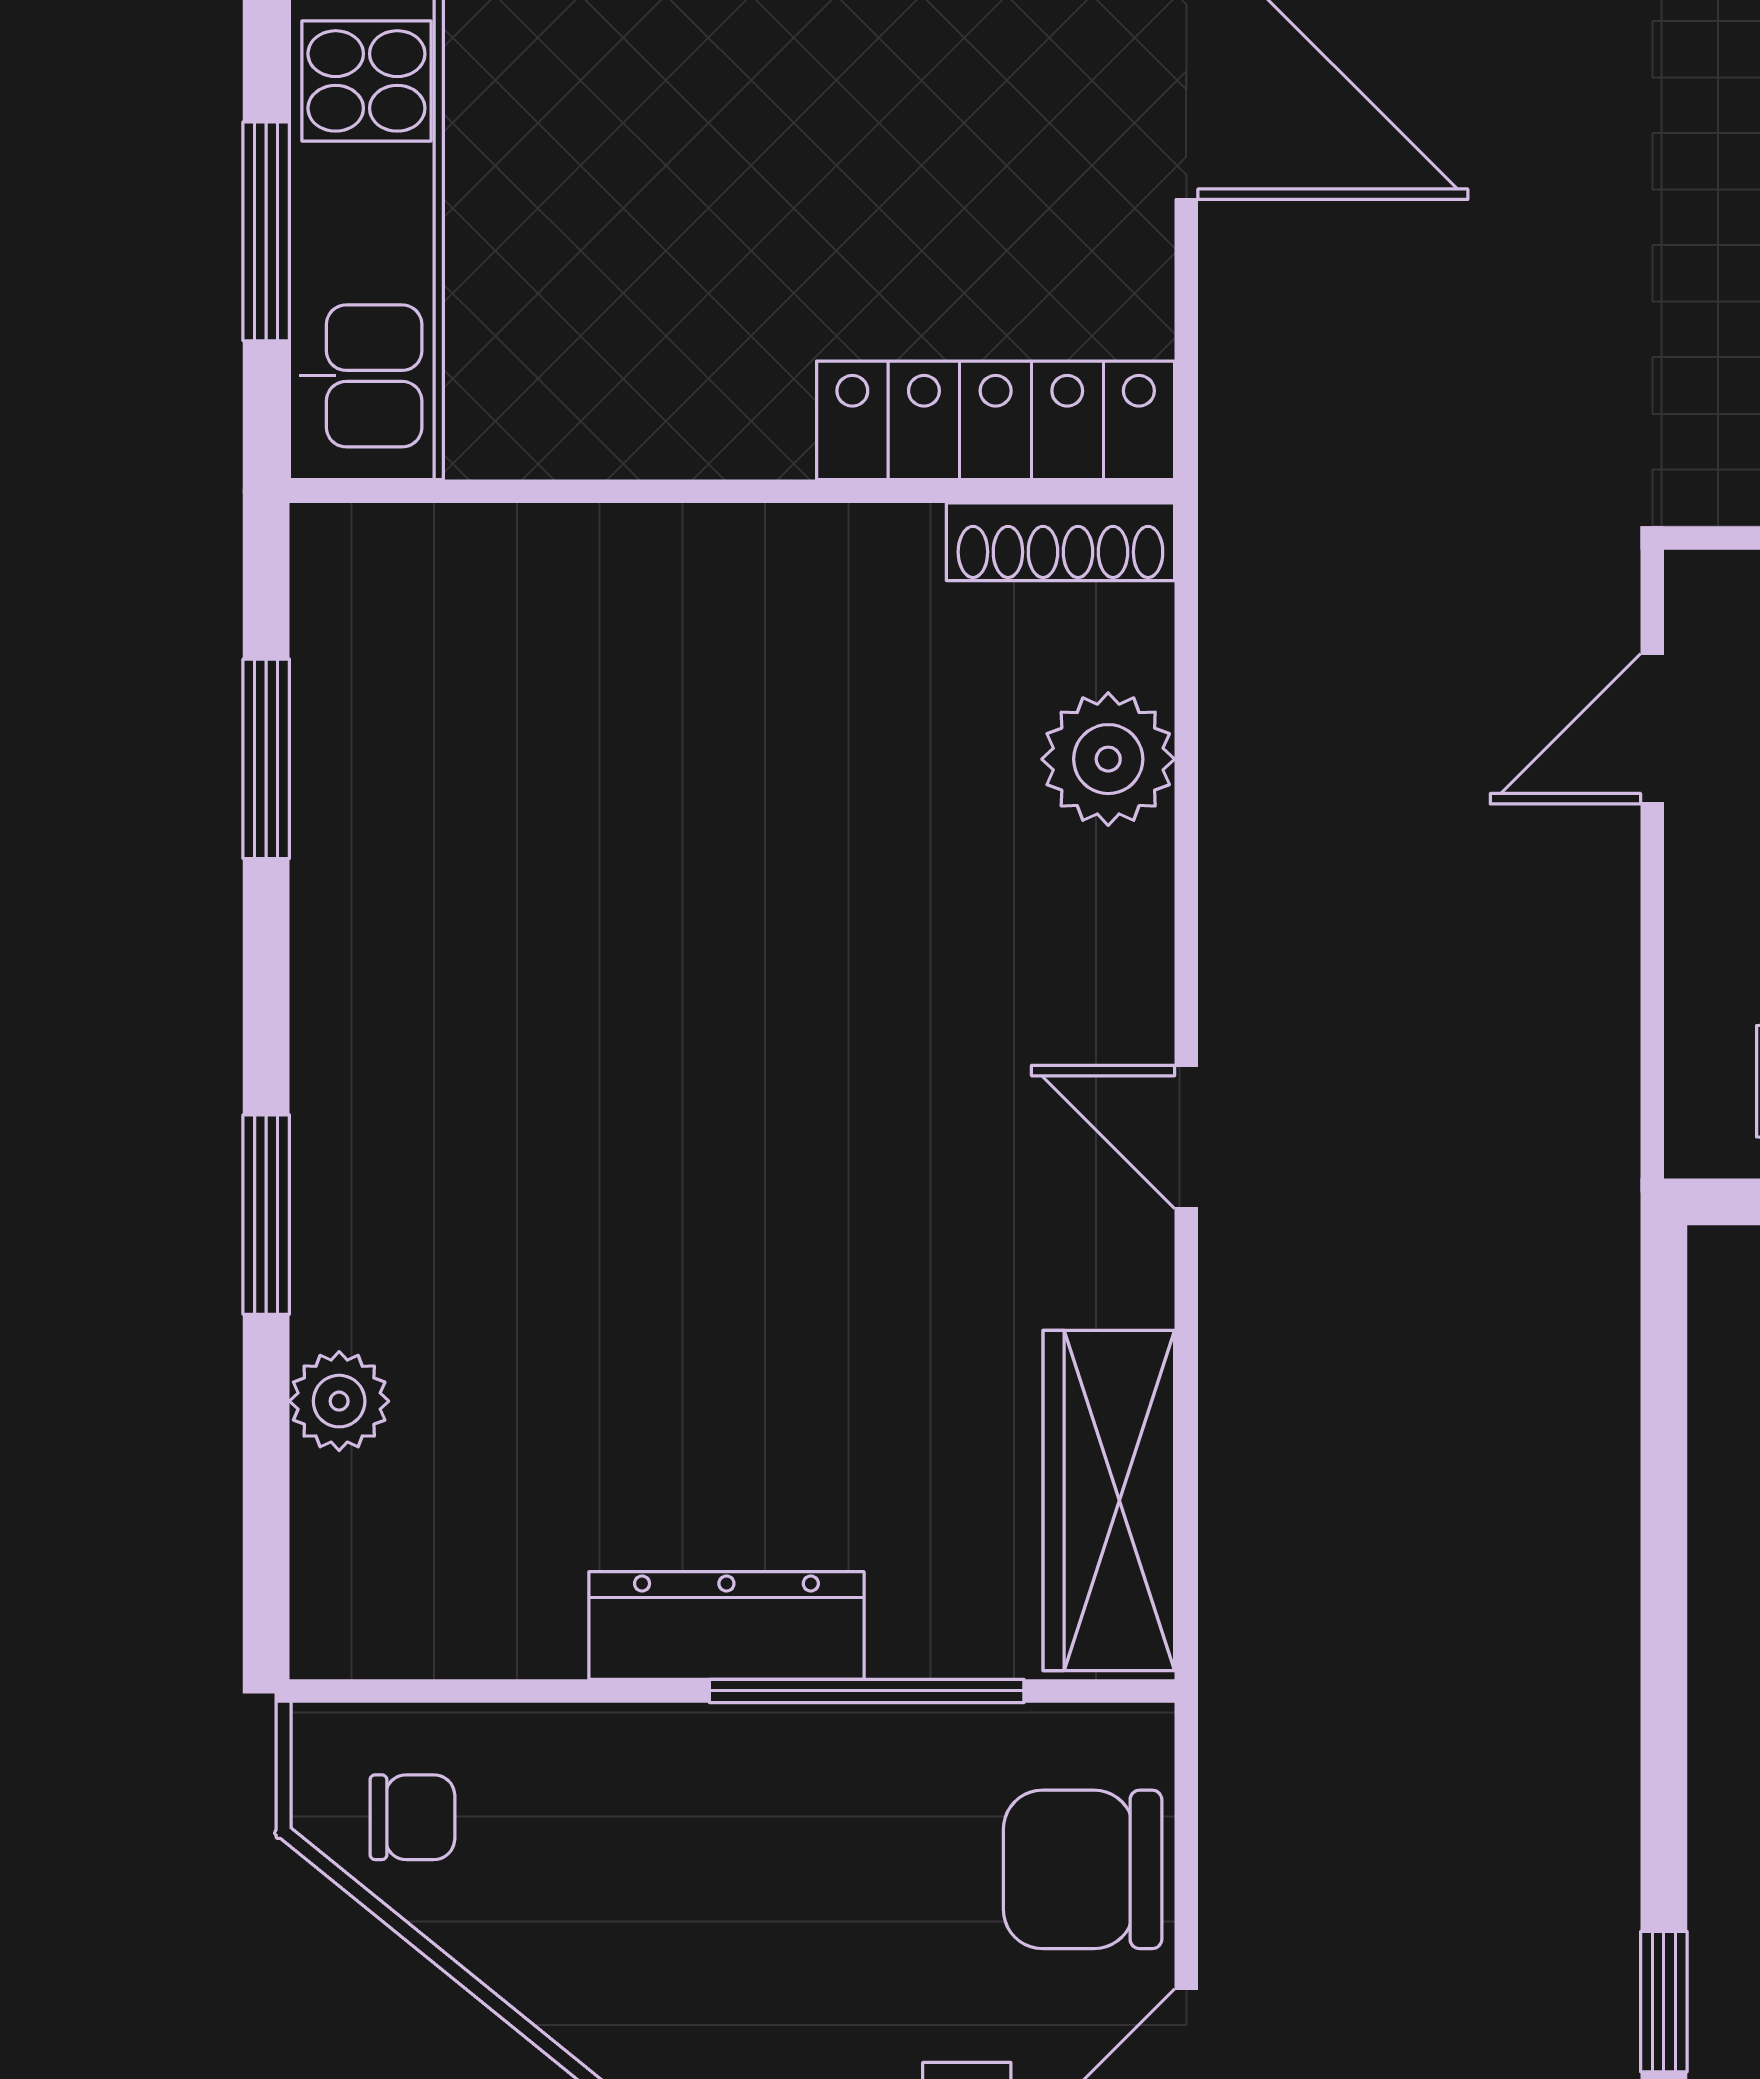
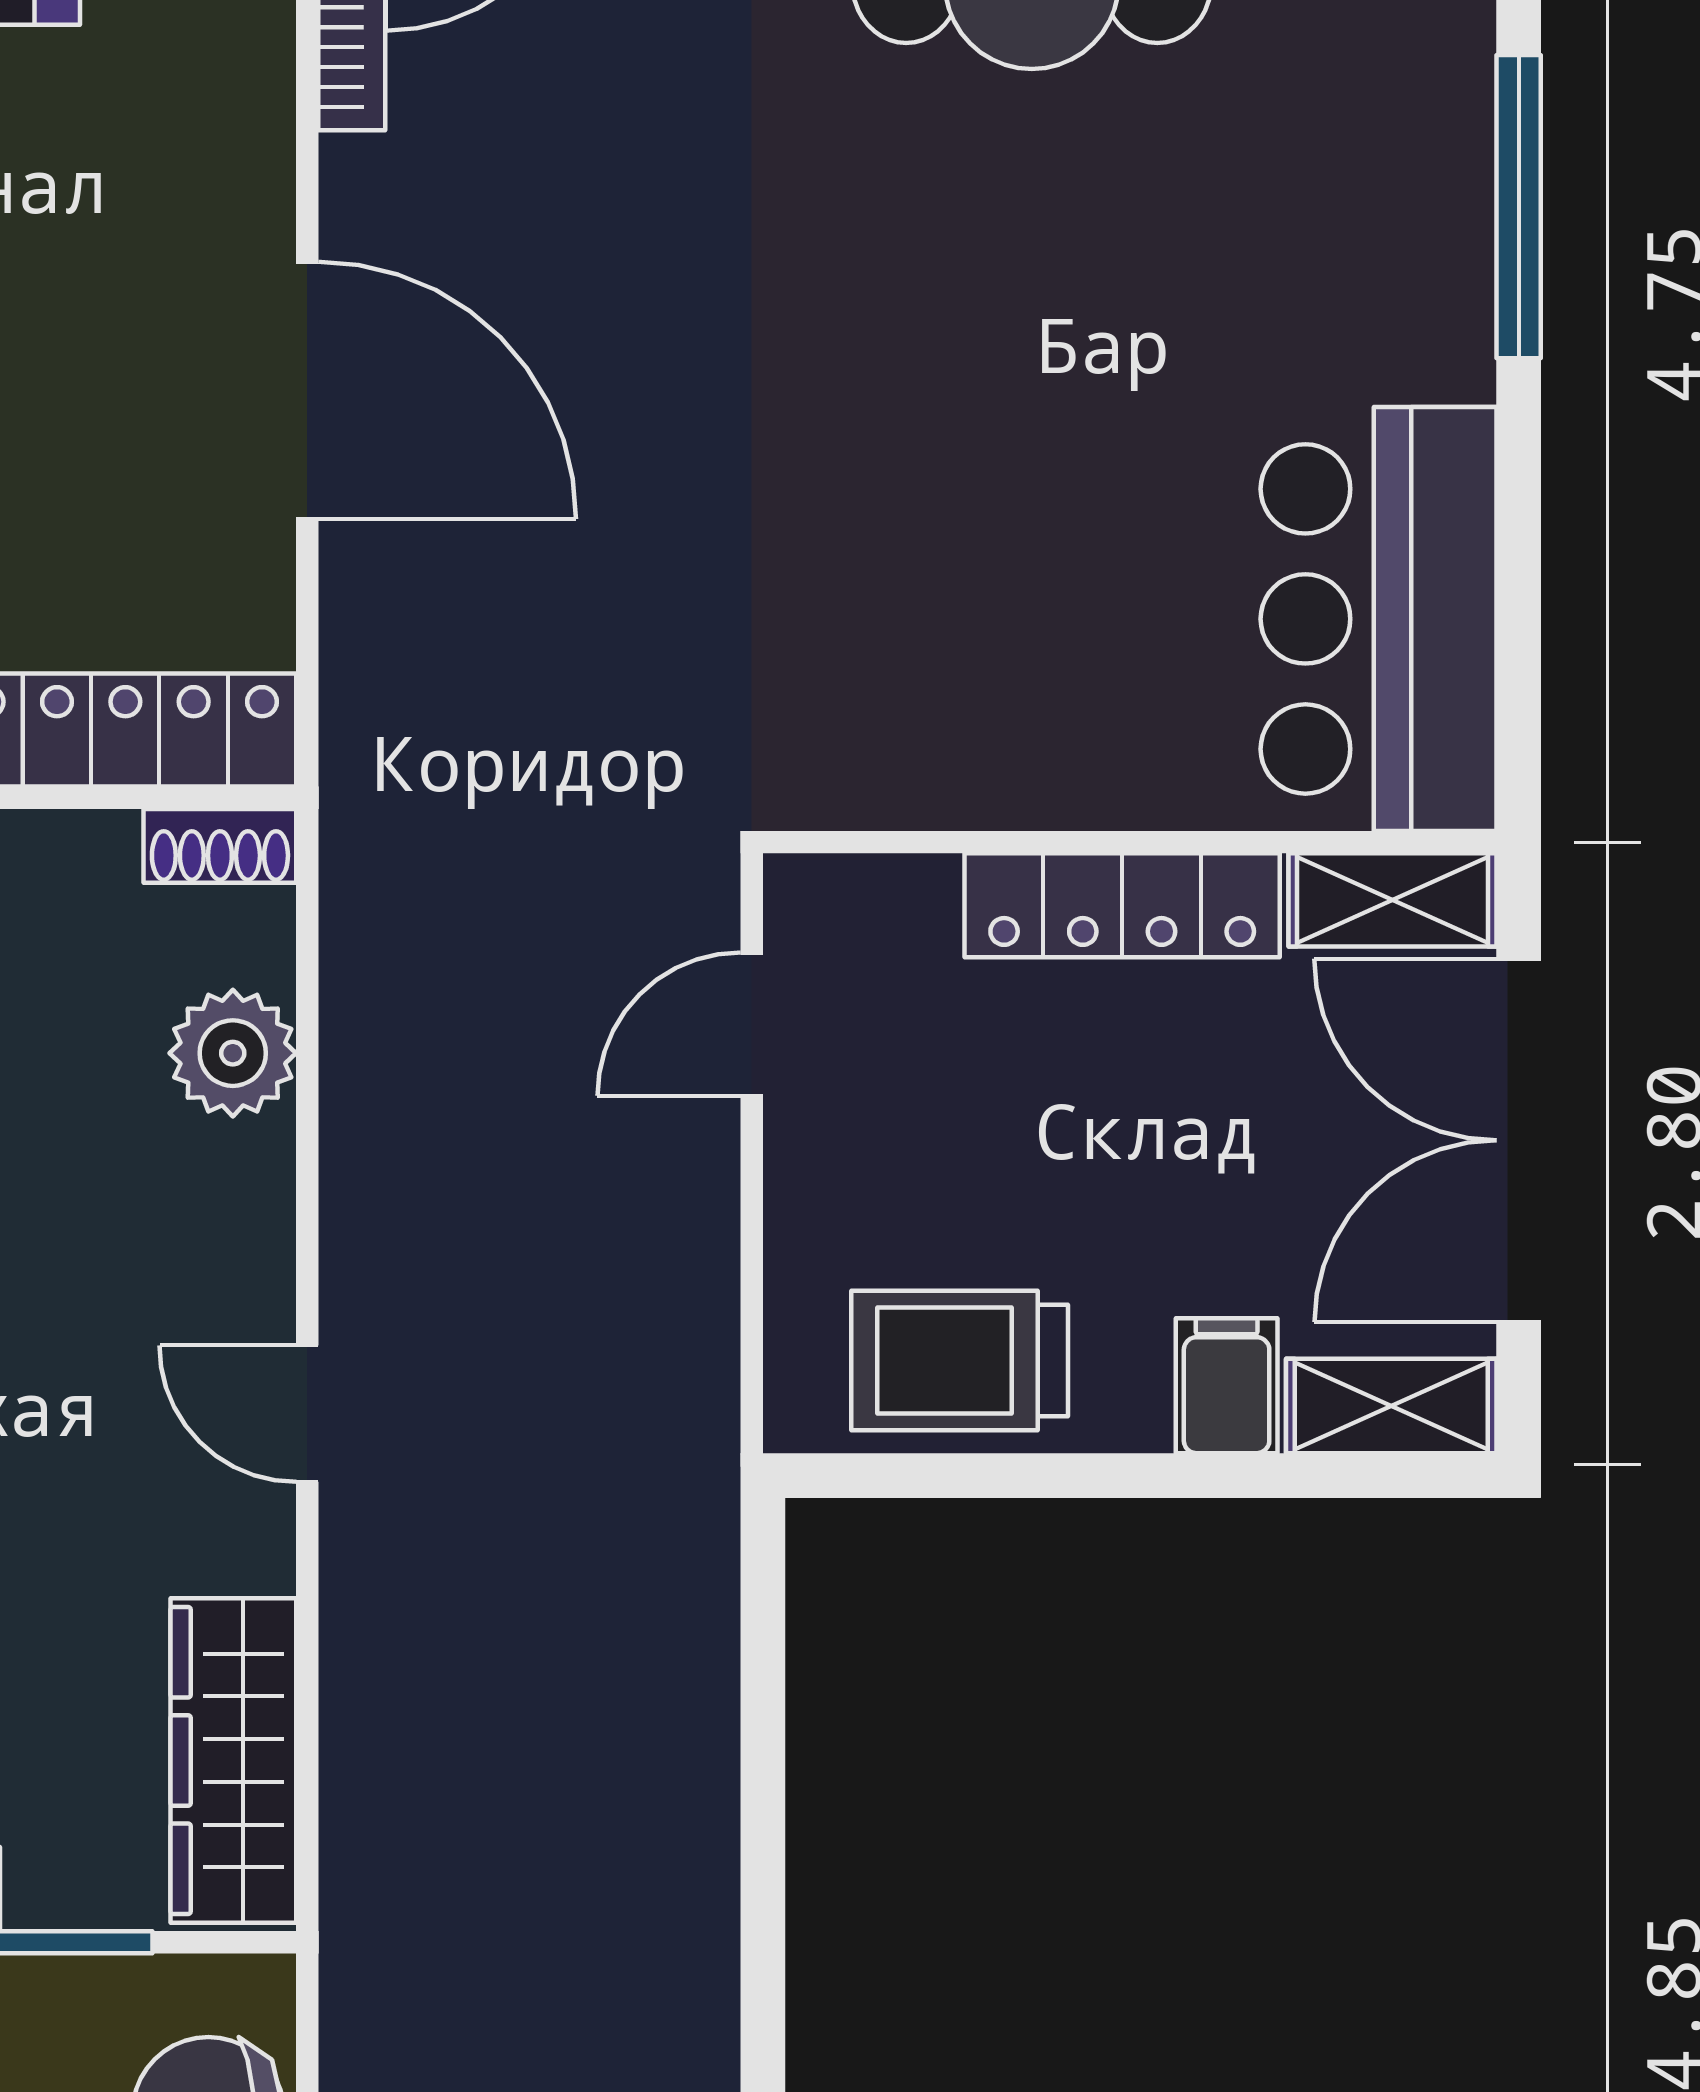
shoe rack: (1060, 542) -> (220, 846), width x0.70

